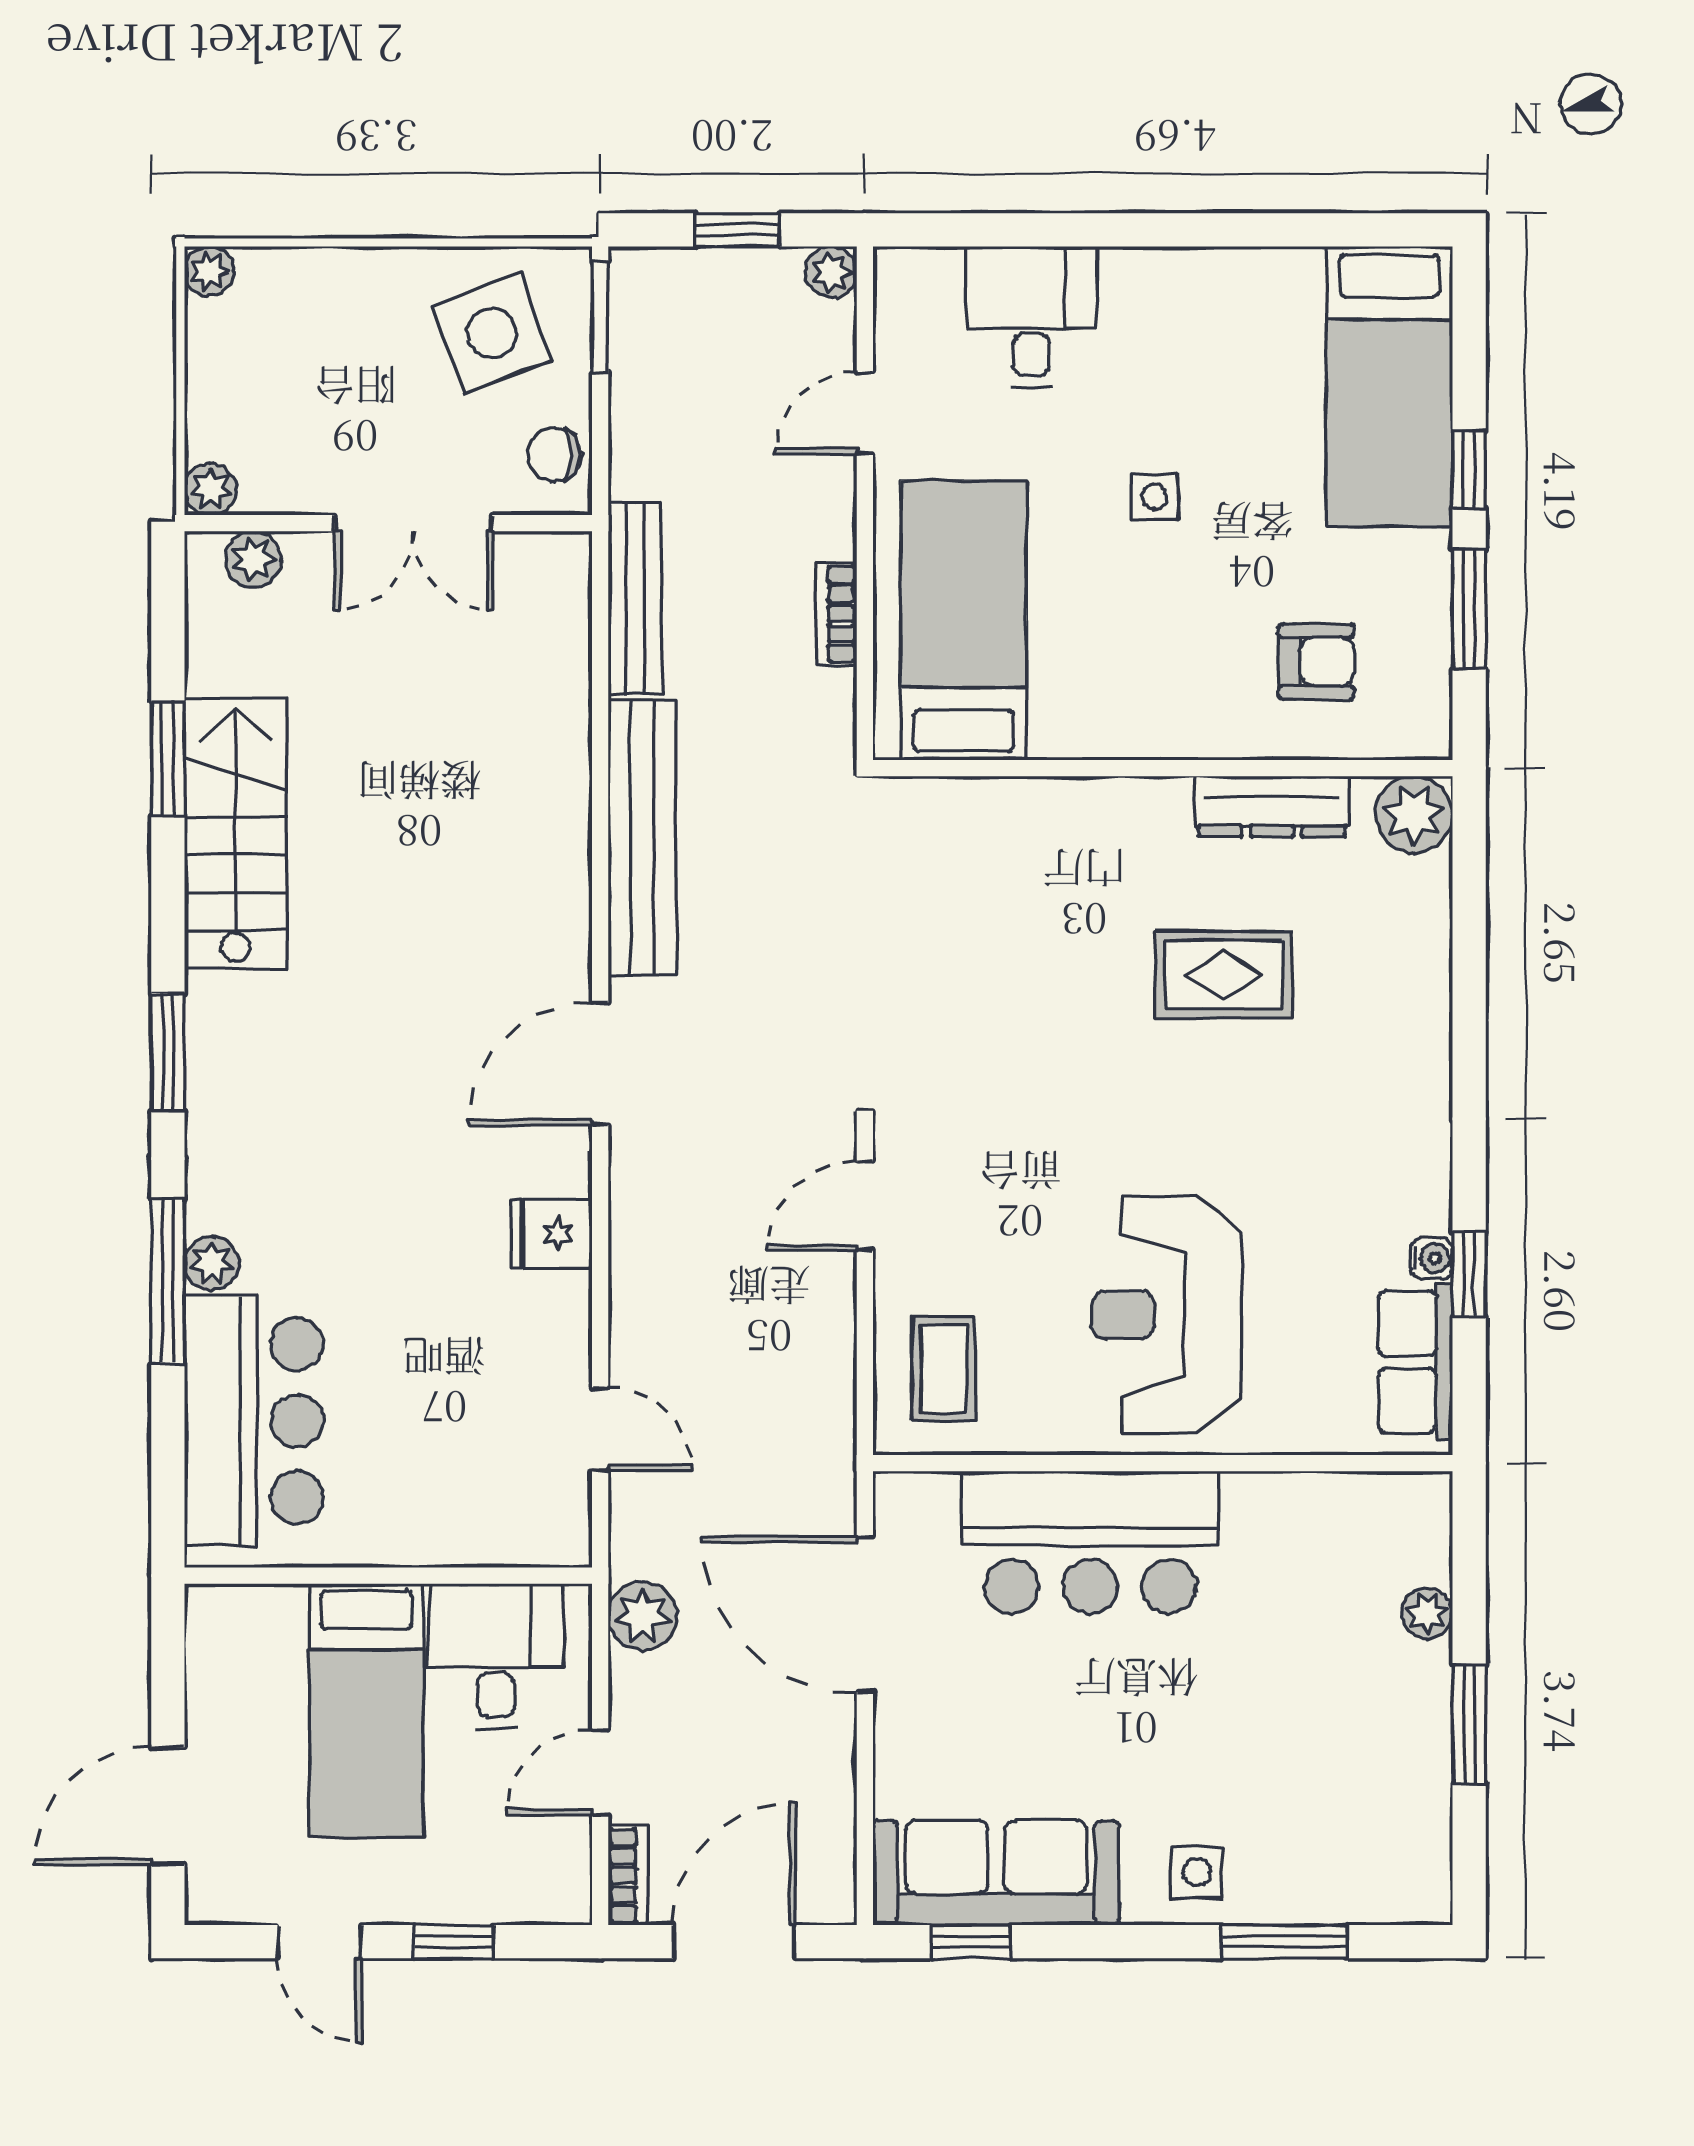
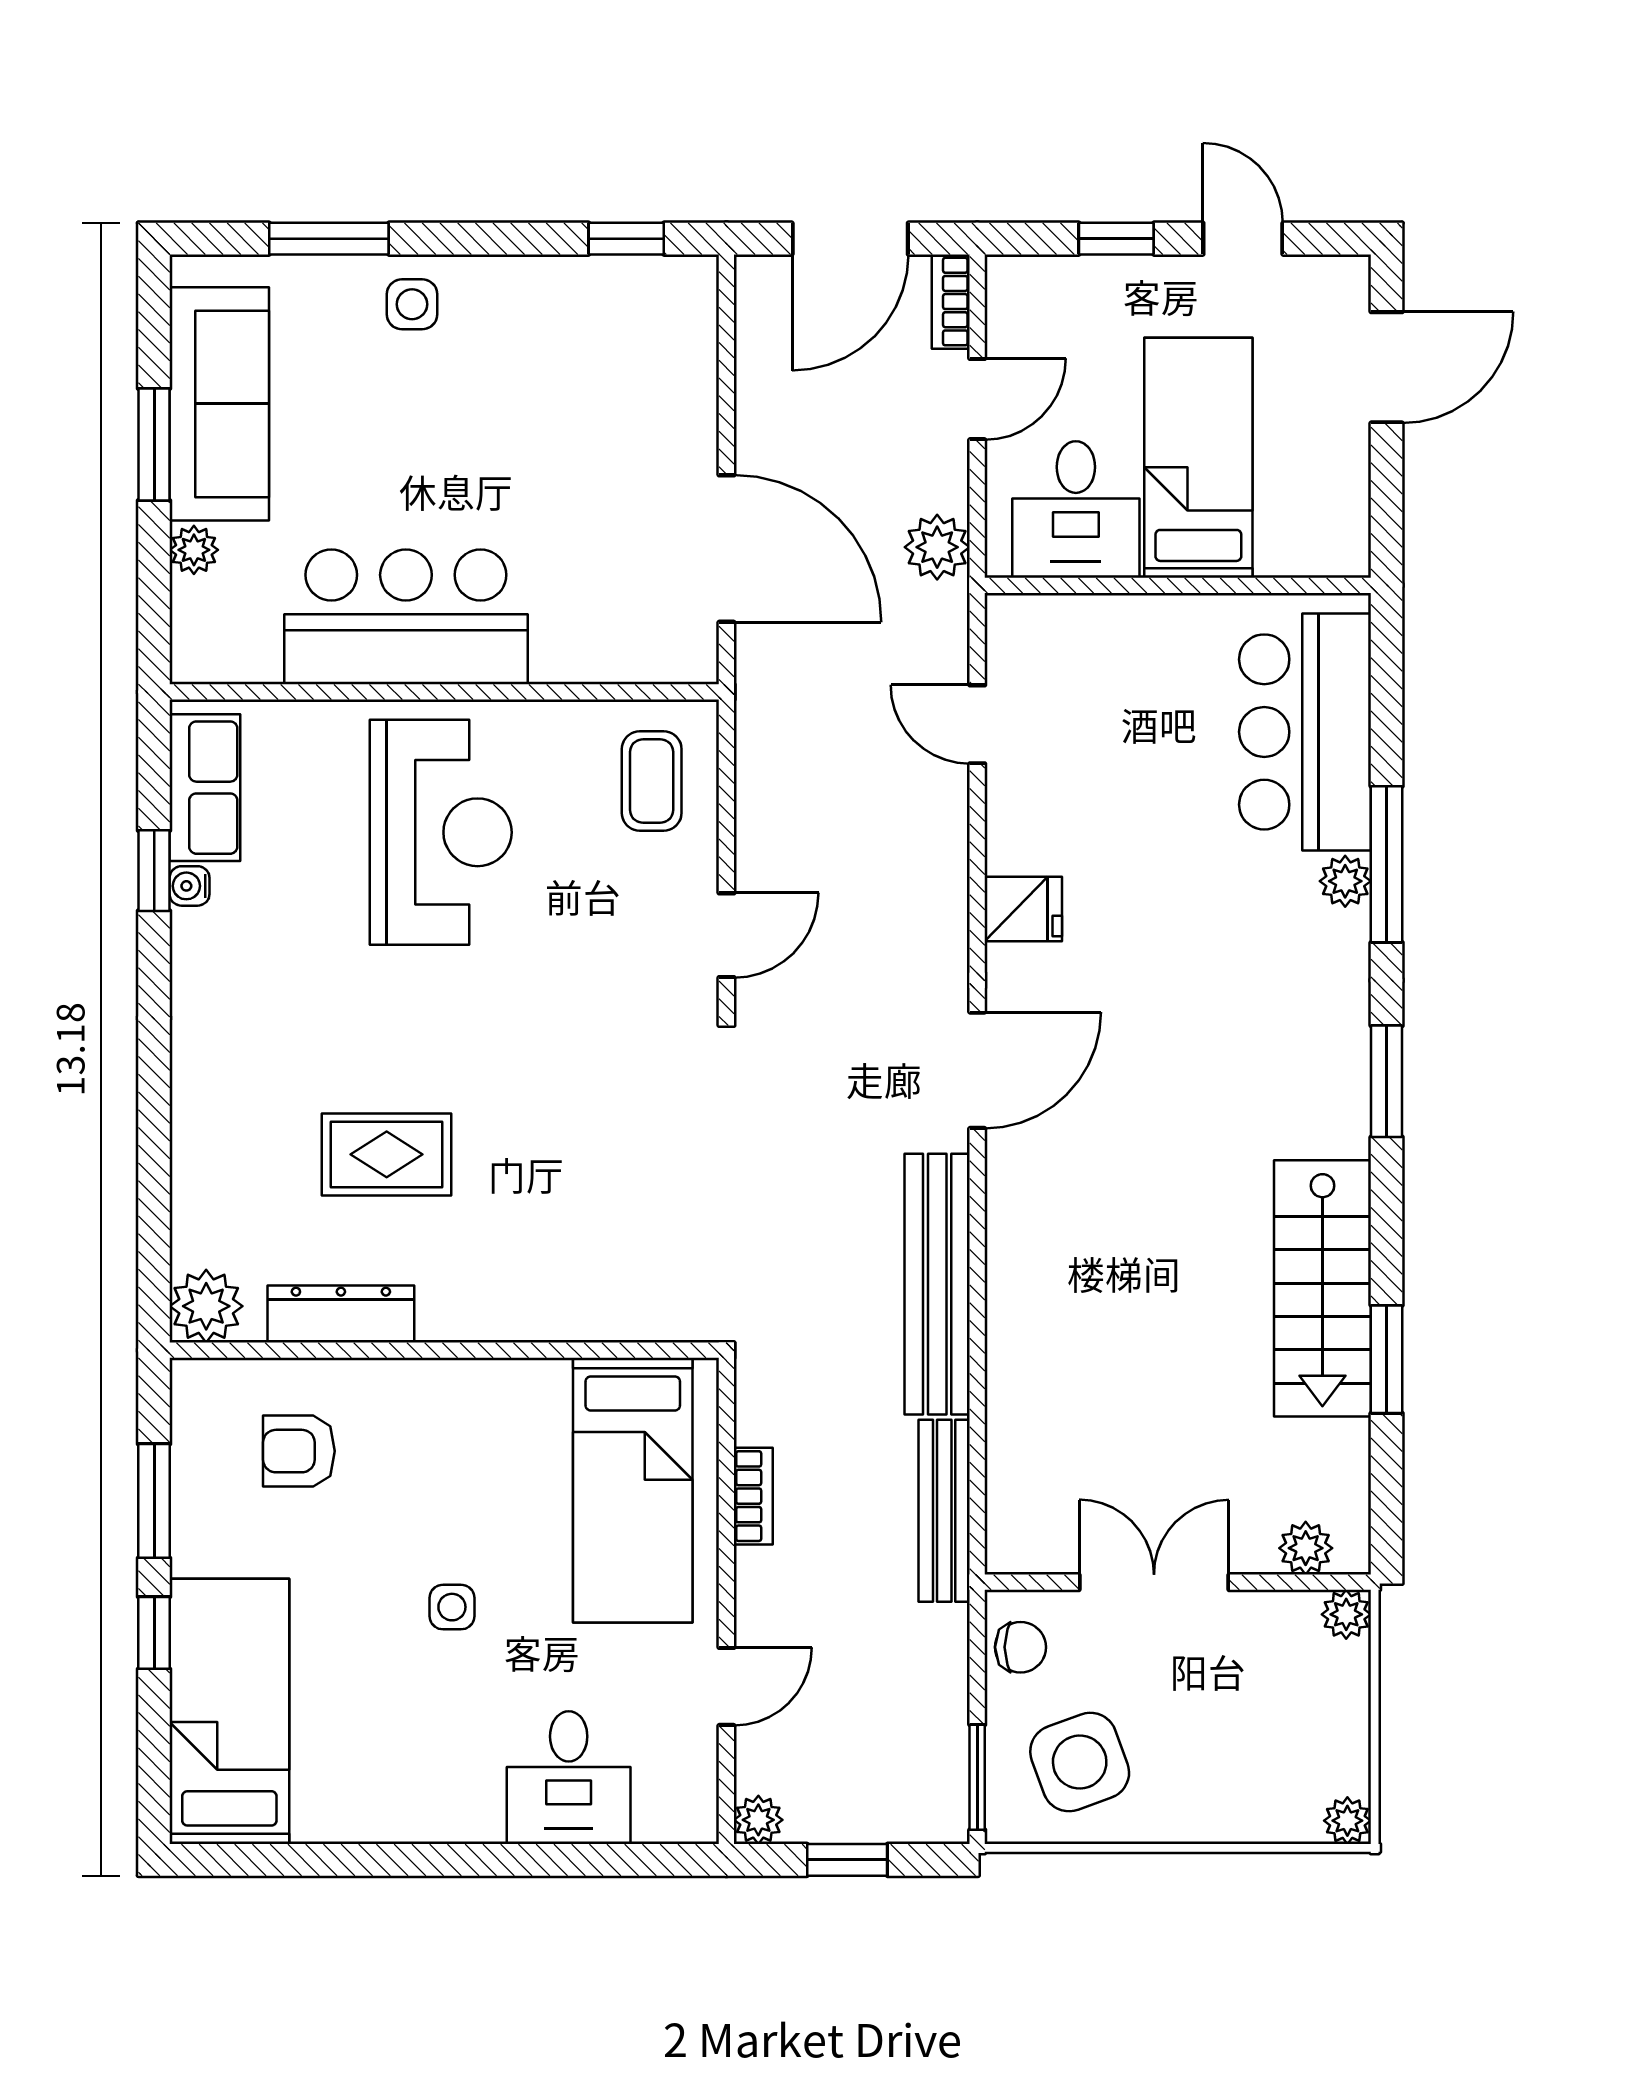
bar counter: (1090, 1542) -> (406, 617), moved
sofa: (996, 1873) -> (219, 404), moved, turned -90

